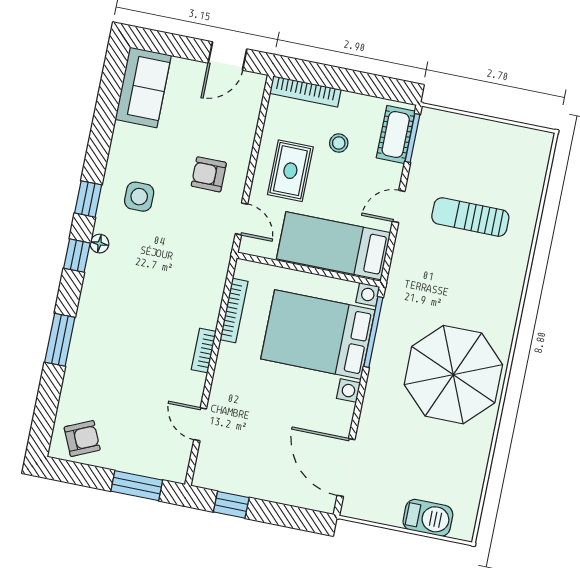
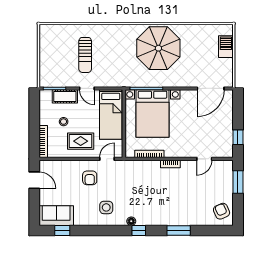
cot: (396, 135) -> (65, 96), moved
window: (88, 199) -> (62, 230), moved

